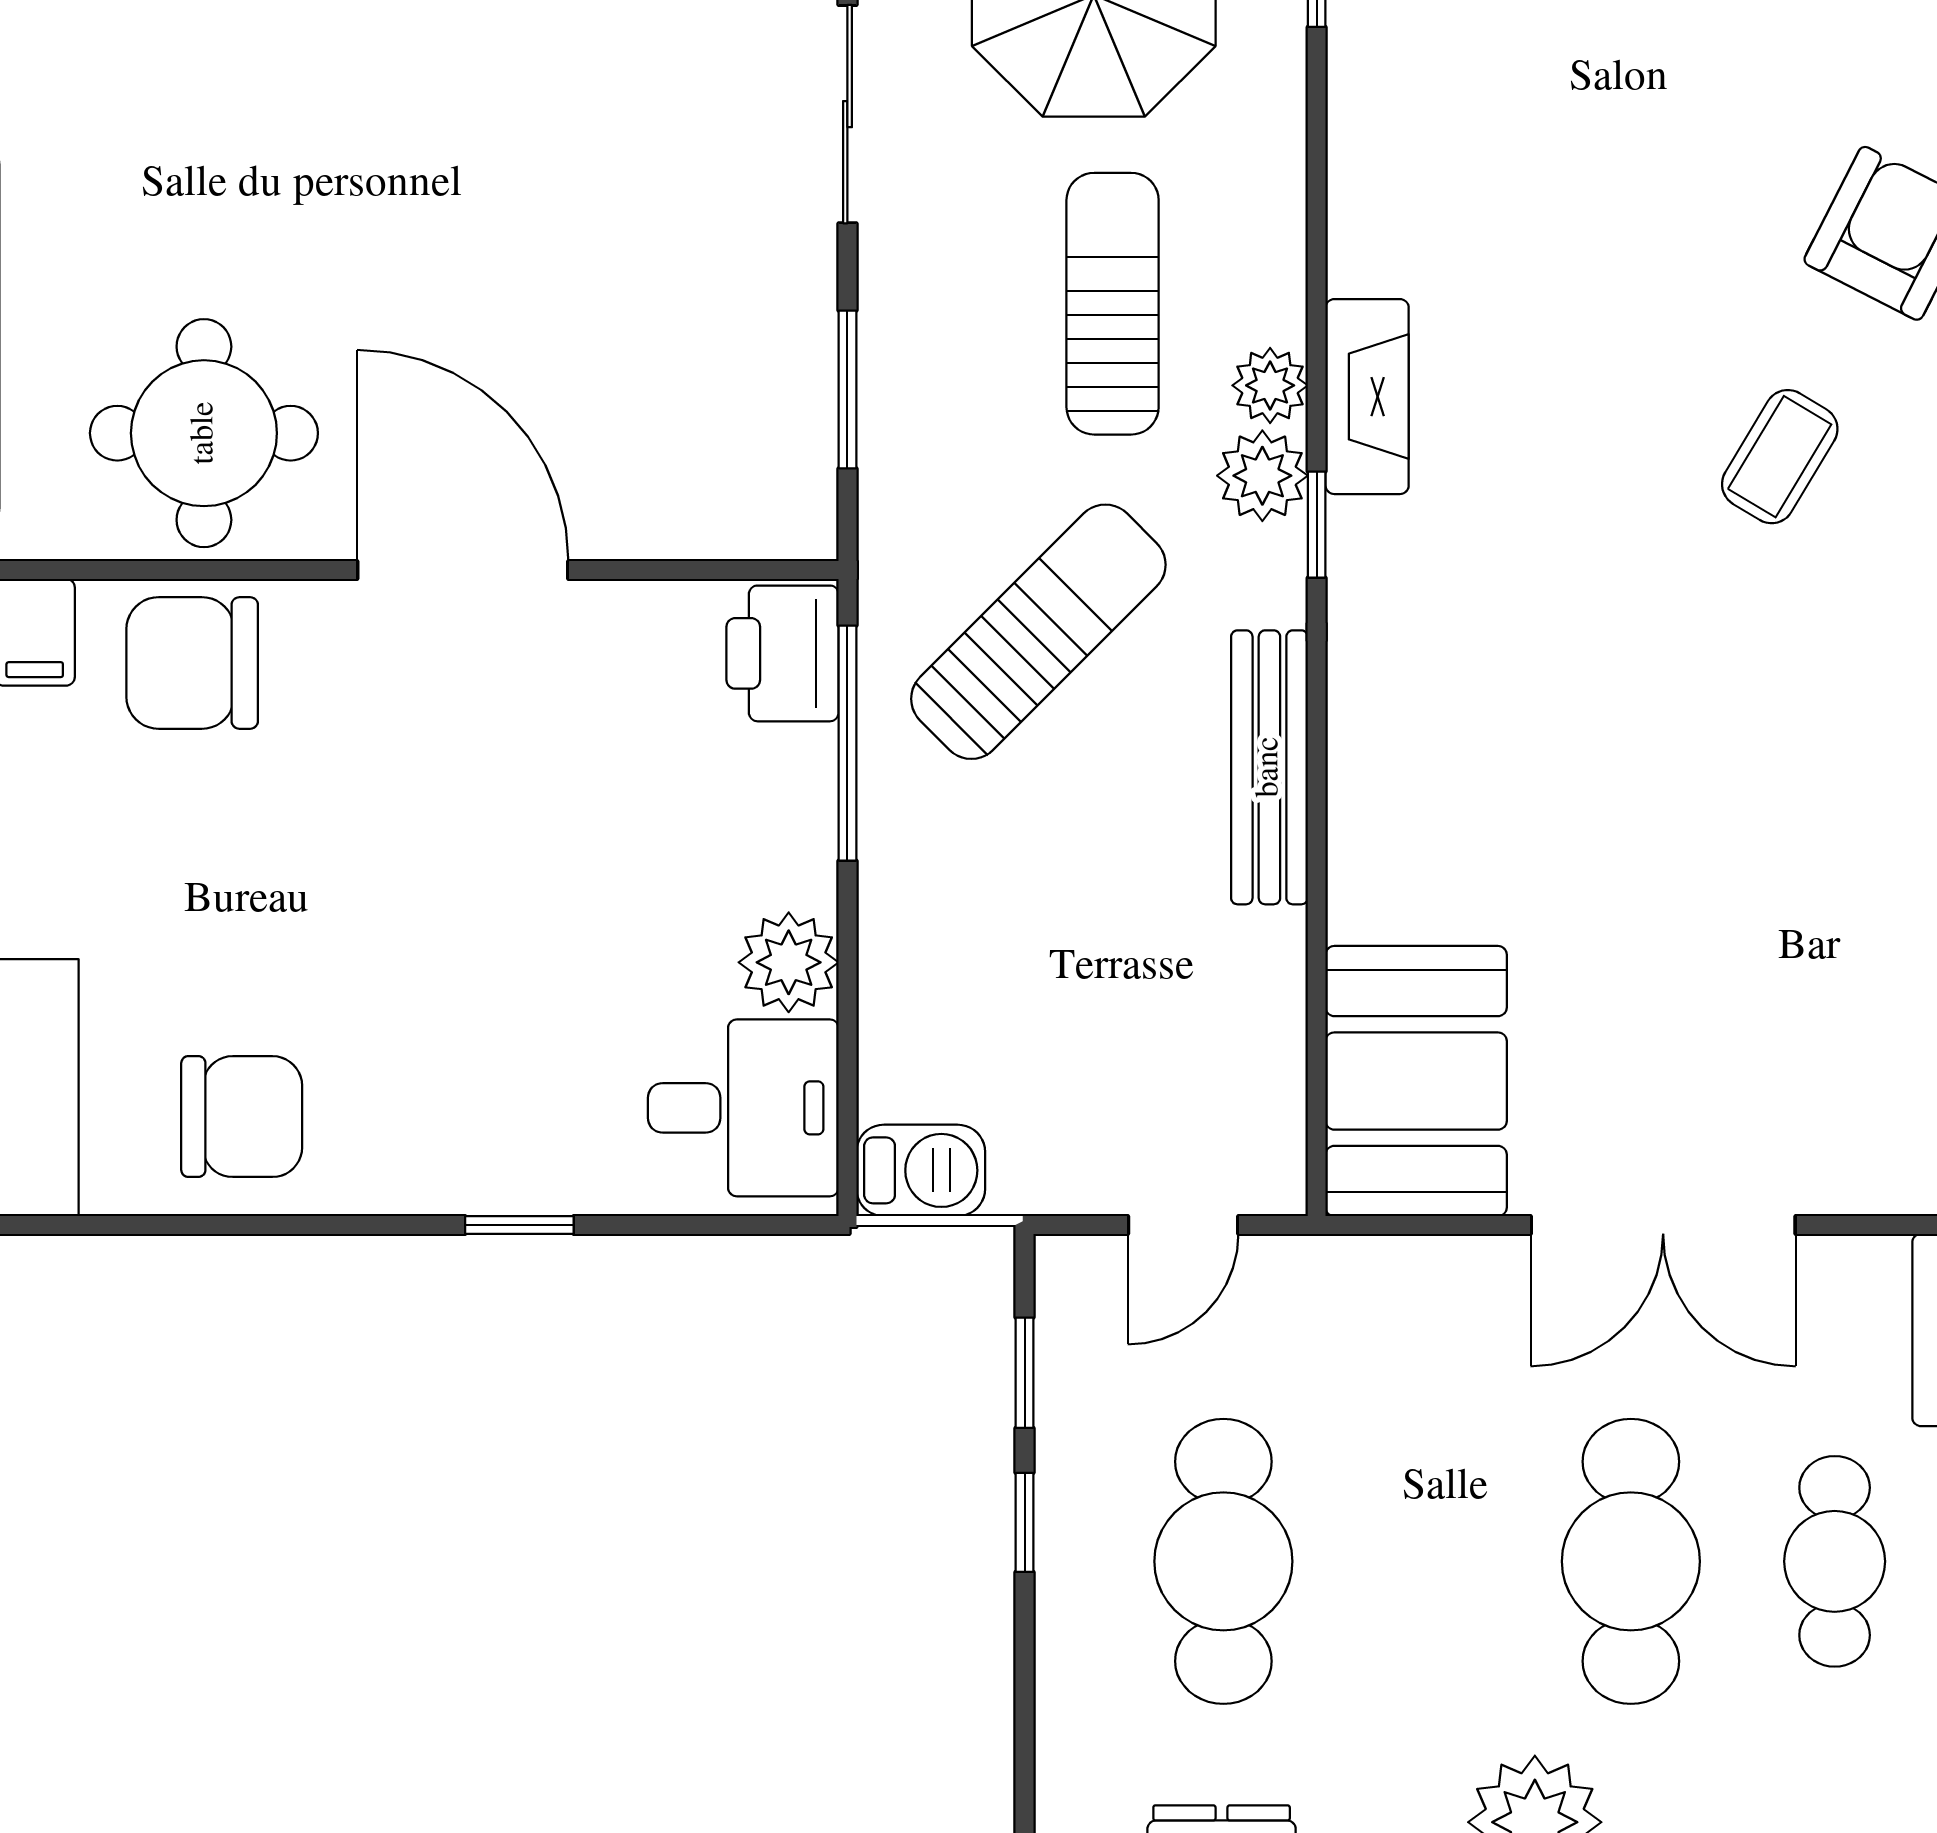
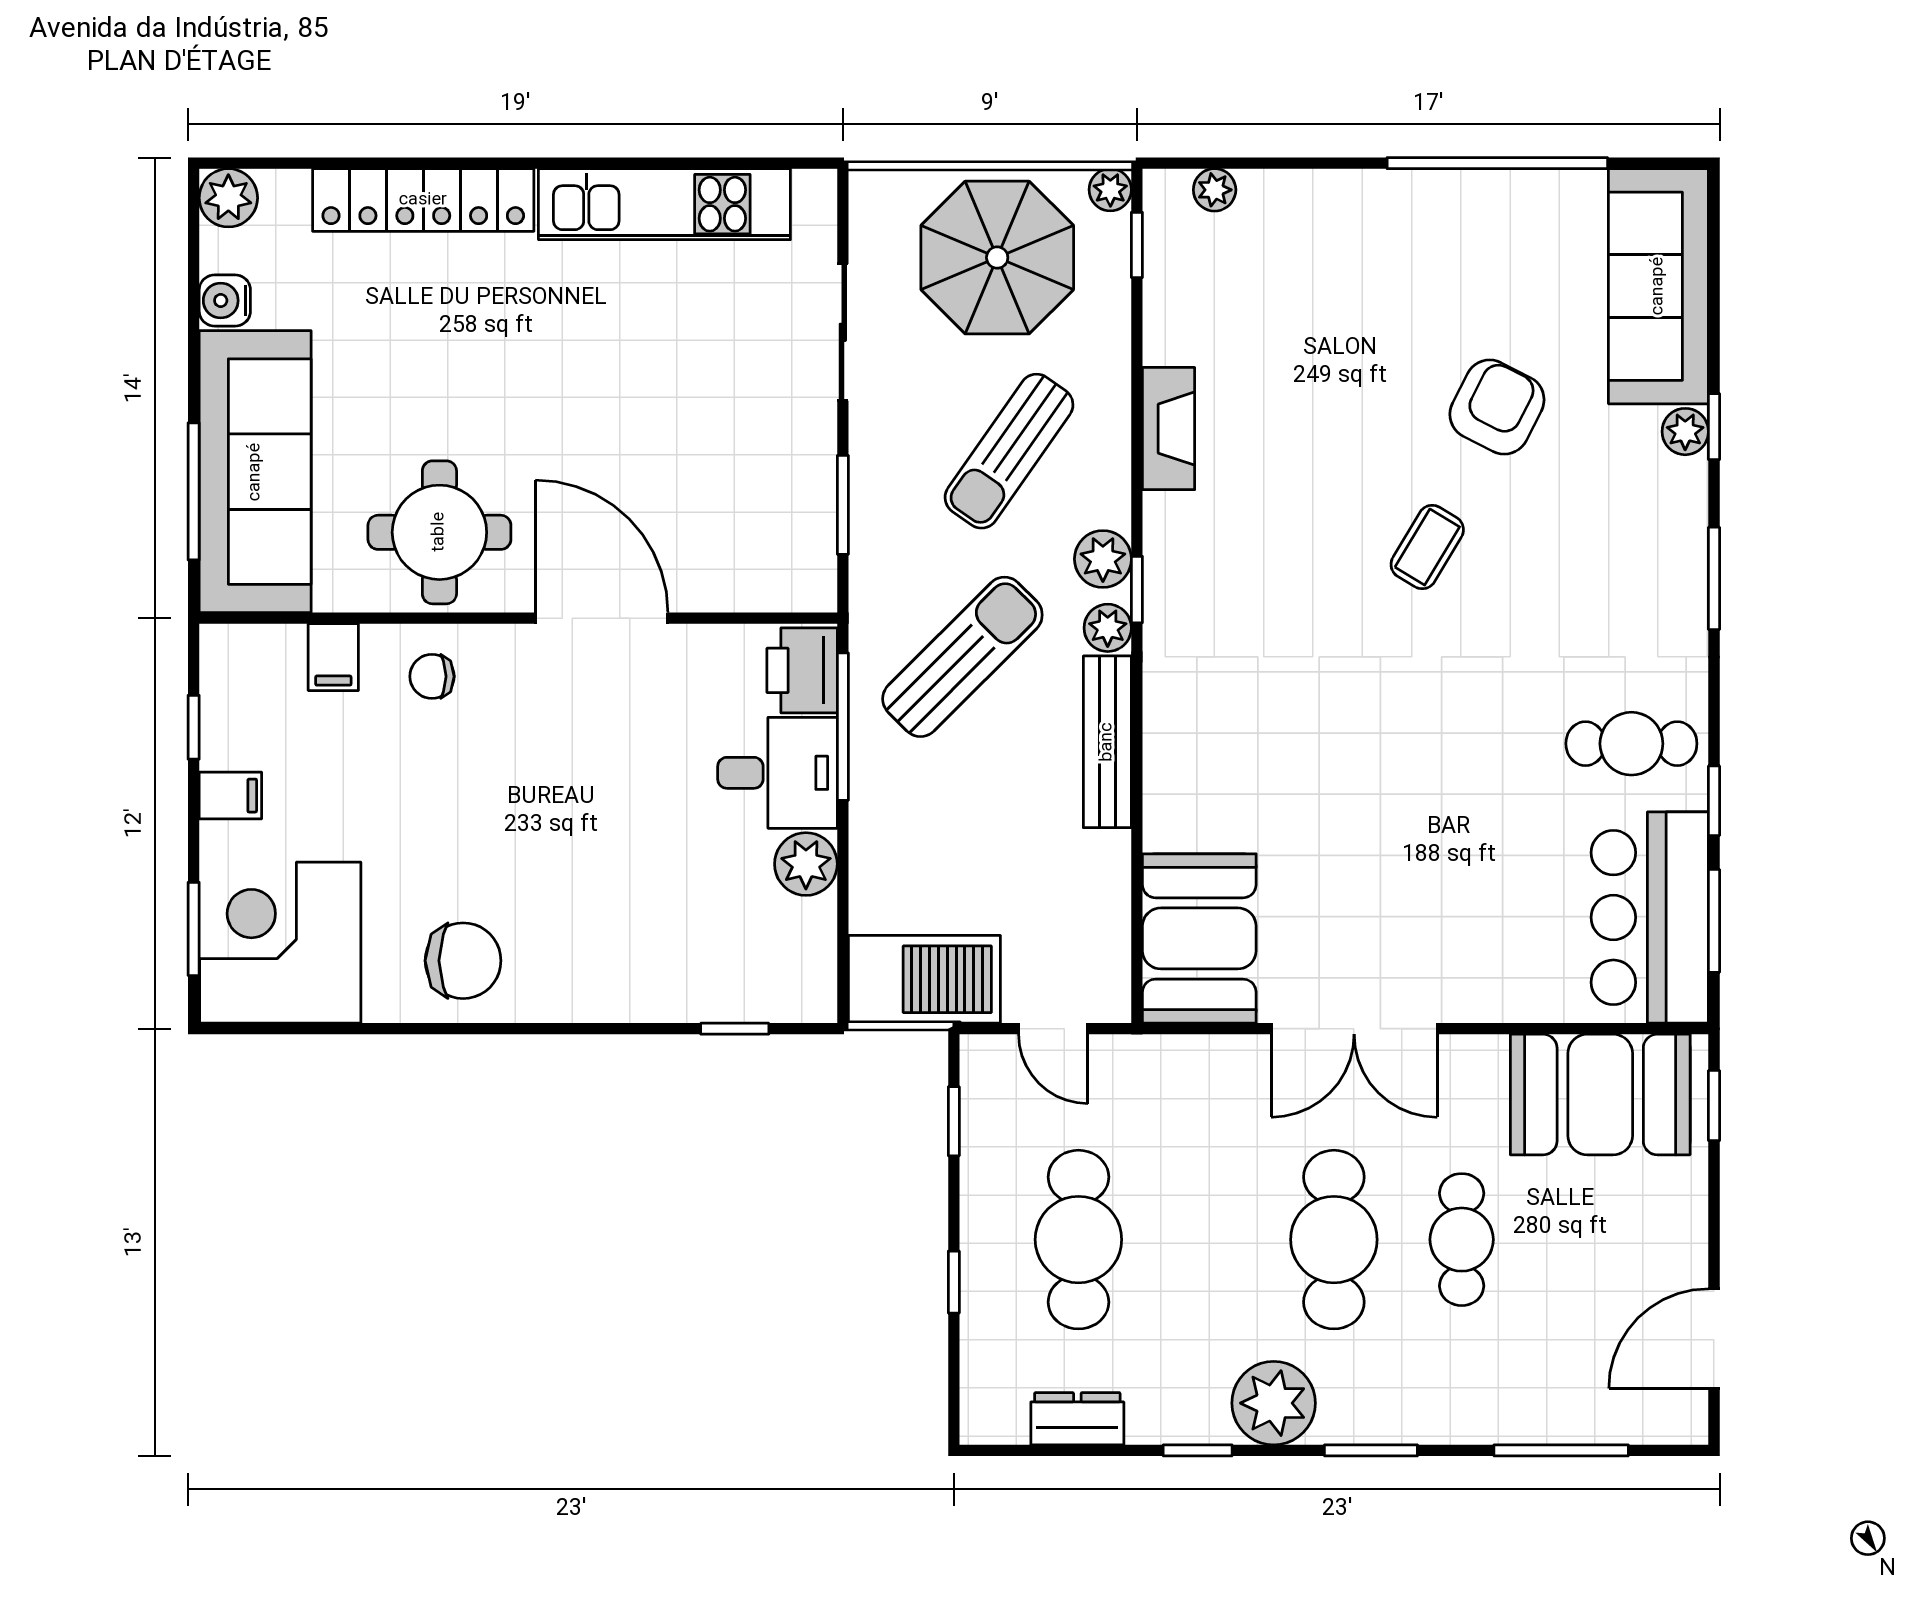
sun lounger: (1113, 304) -> (1009, 451), turned -145
plant: (1270, 385) -> (1108, 628), moved
fireplace: (1367, 397) -> (1169, 429), moved
chair: (192, 663) -> (432, 676), width x0.54, depth x0.54
desk: (743, 1108) -> (777, 773), moved
barbecue: (921, 1170) -> (924, 979), width x1.88, depth x1.53
window: (519, 1225) -> (735, 1029), moved
door: (1183, 1225) -> (1053, 1029), hinge flipped
window: (1025, 1522) -> (954, 1282), moved

